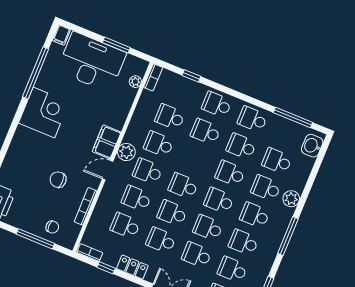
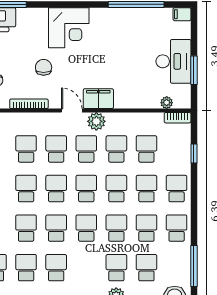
desk: (92, 62) -> (173, 61), width x0.73, depth x0.77
corner desk: (44, 112) -> (69, 28), moved
school desk: (255, 215) -> (116, 189), moved

